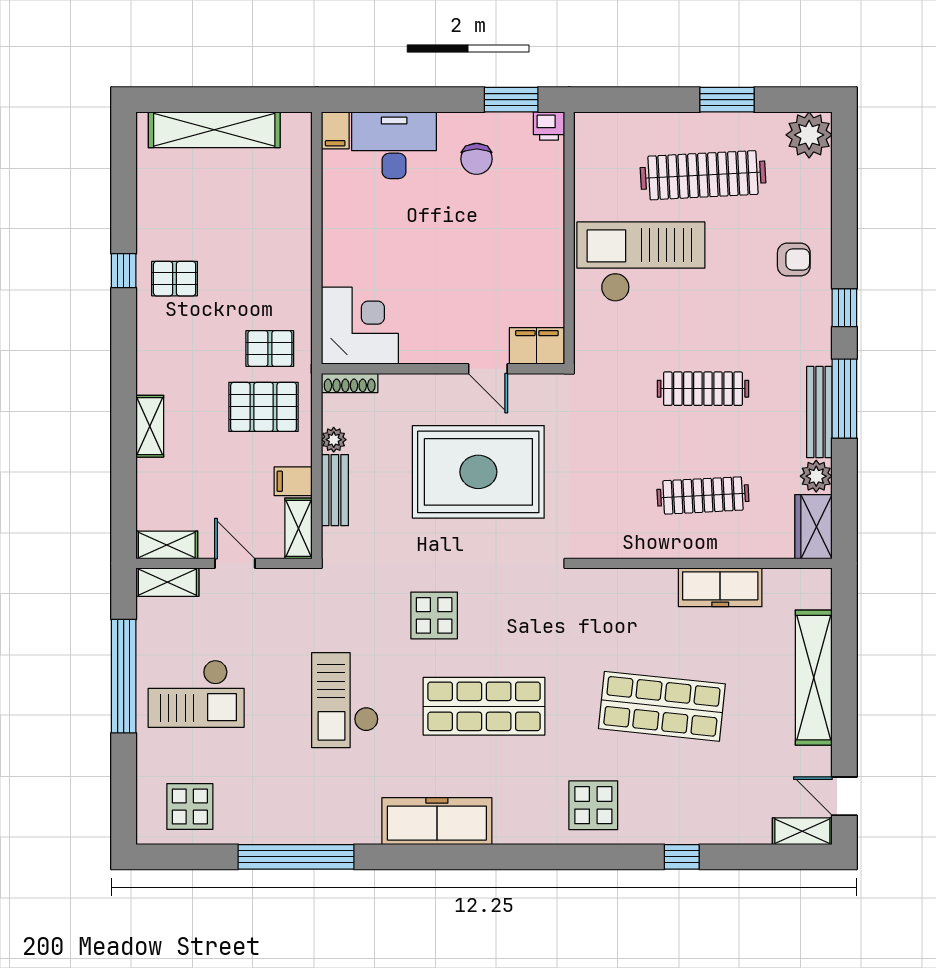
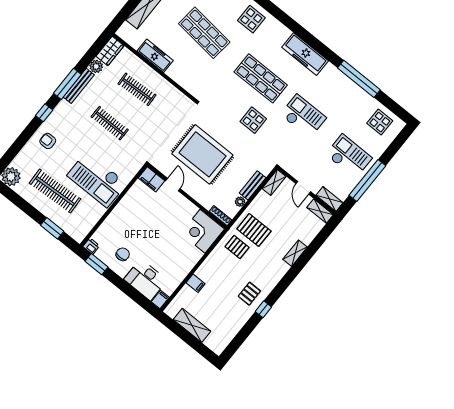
window: (727, 100) -> (52, 228), moved
shelving: (214, 130) -> (192, 325), width x0.68
pallet: (175, 279) -> (249, 294), turned 90
filing cabinet: (293, 481) -> (196, 283), moved
checkout: (345, 700) -> (303, 116), turned -90

